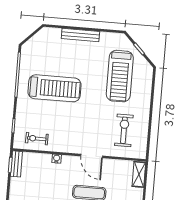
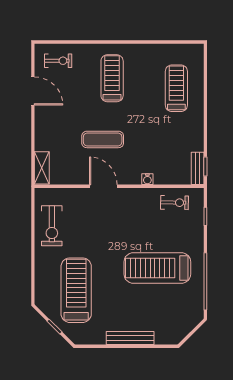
exercise bike: (124, 130) -> (52, 226), moved

